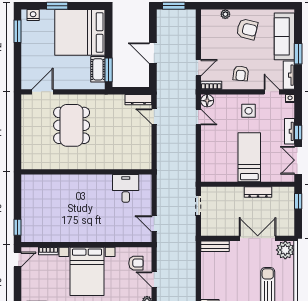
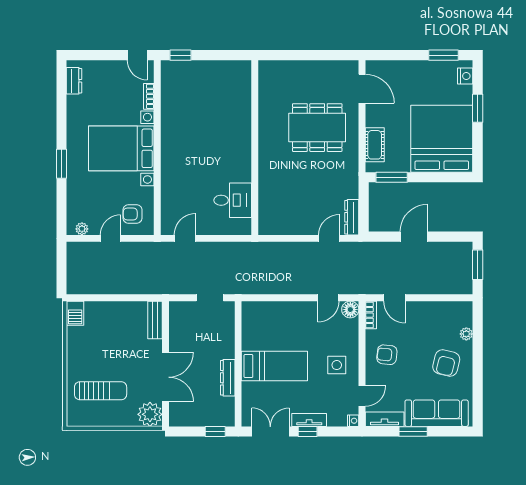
cot: (98, 69) -> (375, 145), moved, turned 90
armchair: (136, 263) -> (132, 214), turned 90

